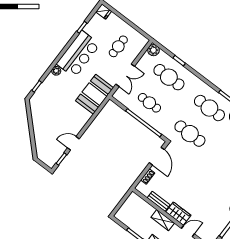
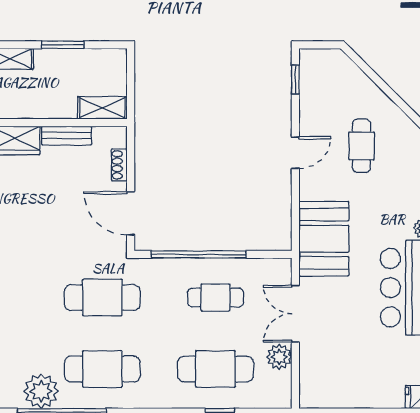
cafe table: (118, 46) -> (361, 146), moved
plant: (153, 50) -> (279, 357), moved
door: (73, 143) -> (295, 153), moved
shelving: (163, 220) -> (102, 108), moved

